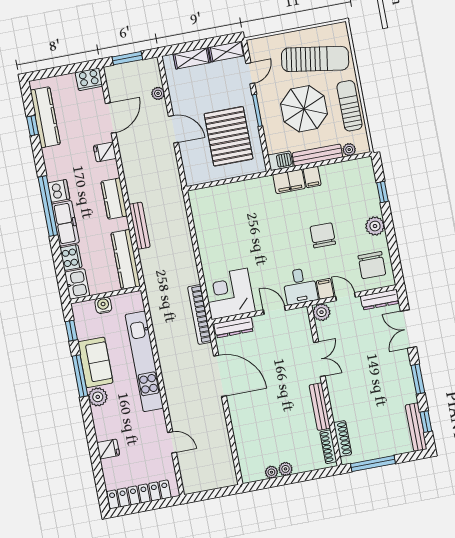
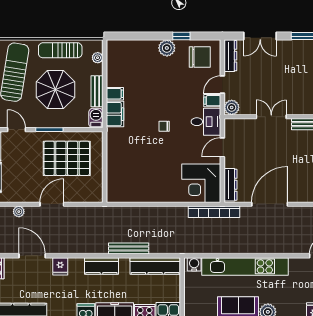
bench: (317, 155) -> (97, 91), width x0.73
window: (383, 192) -> (181, 36), moved
chair: (323, 235) -> (164, 126), moved, width x0.54, depth x0.54
water cooler: (103, 305) -> (194, 264), moved, turned 90

